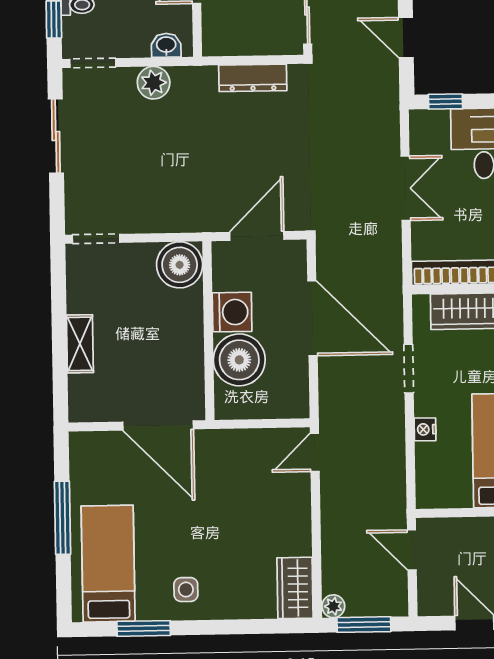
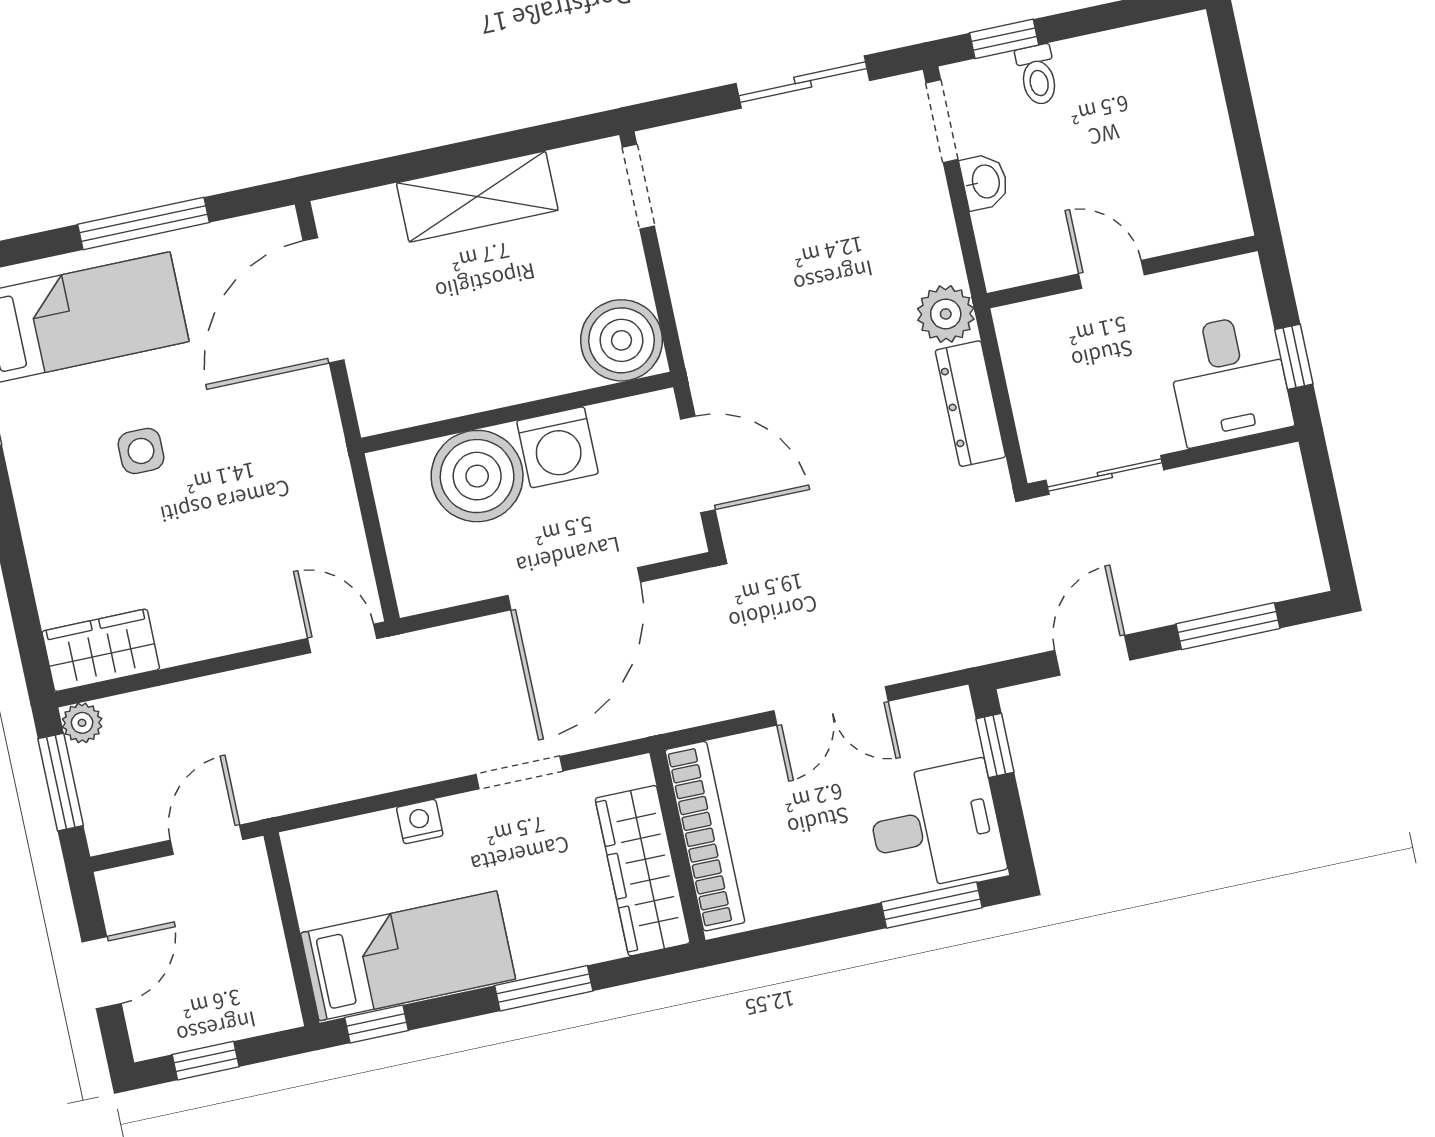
washbasin: (166, 45) -> (985, 182), moved
plant: (154, 83) -> (946, 314), moved
shelving: (80, 344) -> (477, 197), width x1.50, depth x1.33
door: (158, 425) -> (324, 300), moved
side table: (186, 590) -> (141, 451), moved

